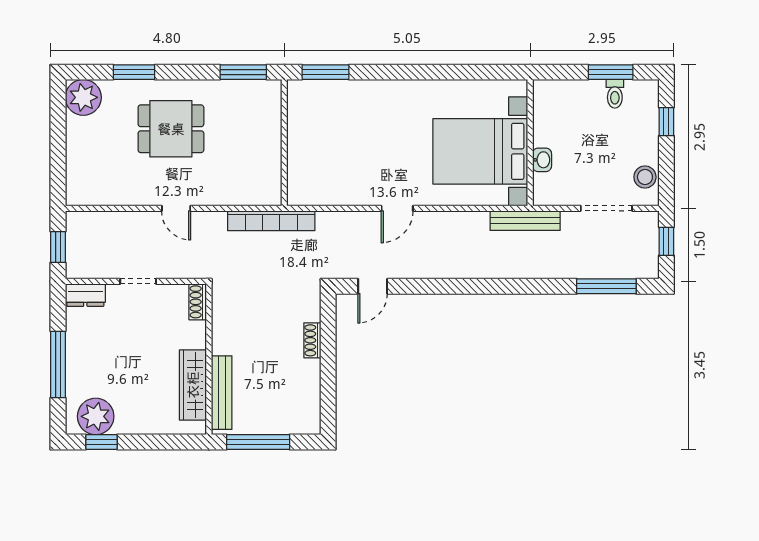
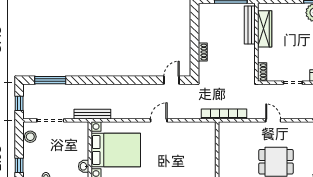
washbasin: (542, 160) -> (84, 166), moved

